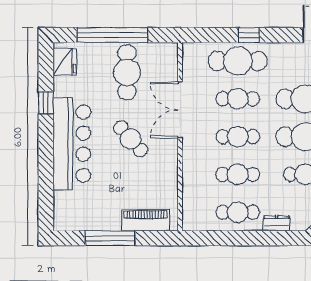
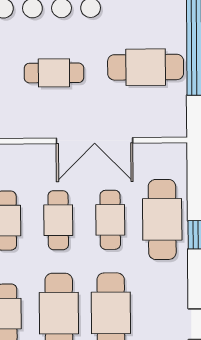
double door: (180, 110) -> (94, 141), swing flipped
cafe table: (131, 139) -> (54, 73), turned 41

